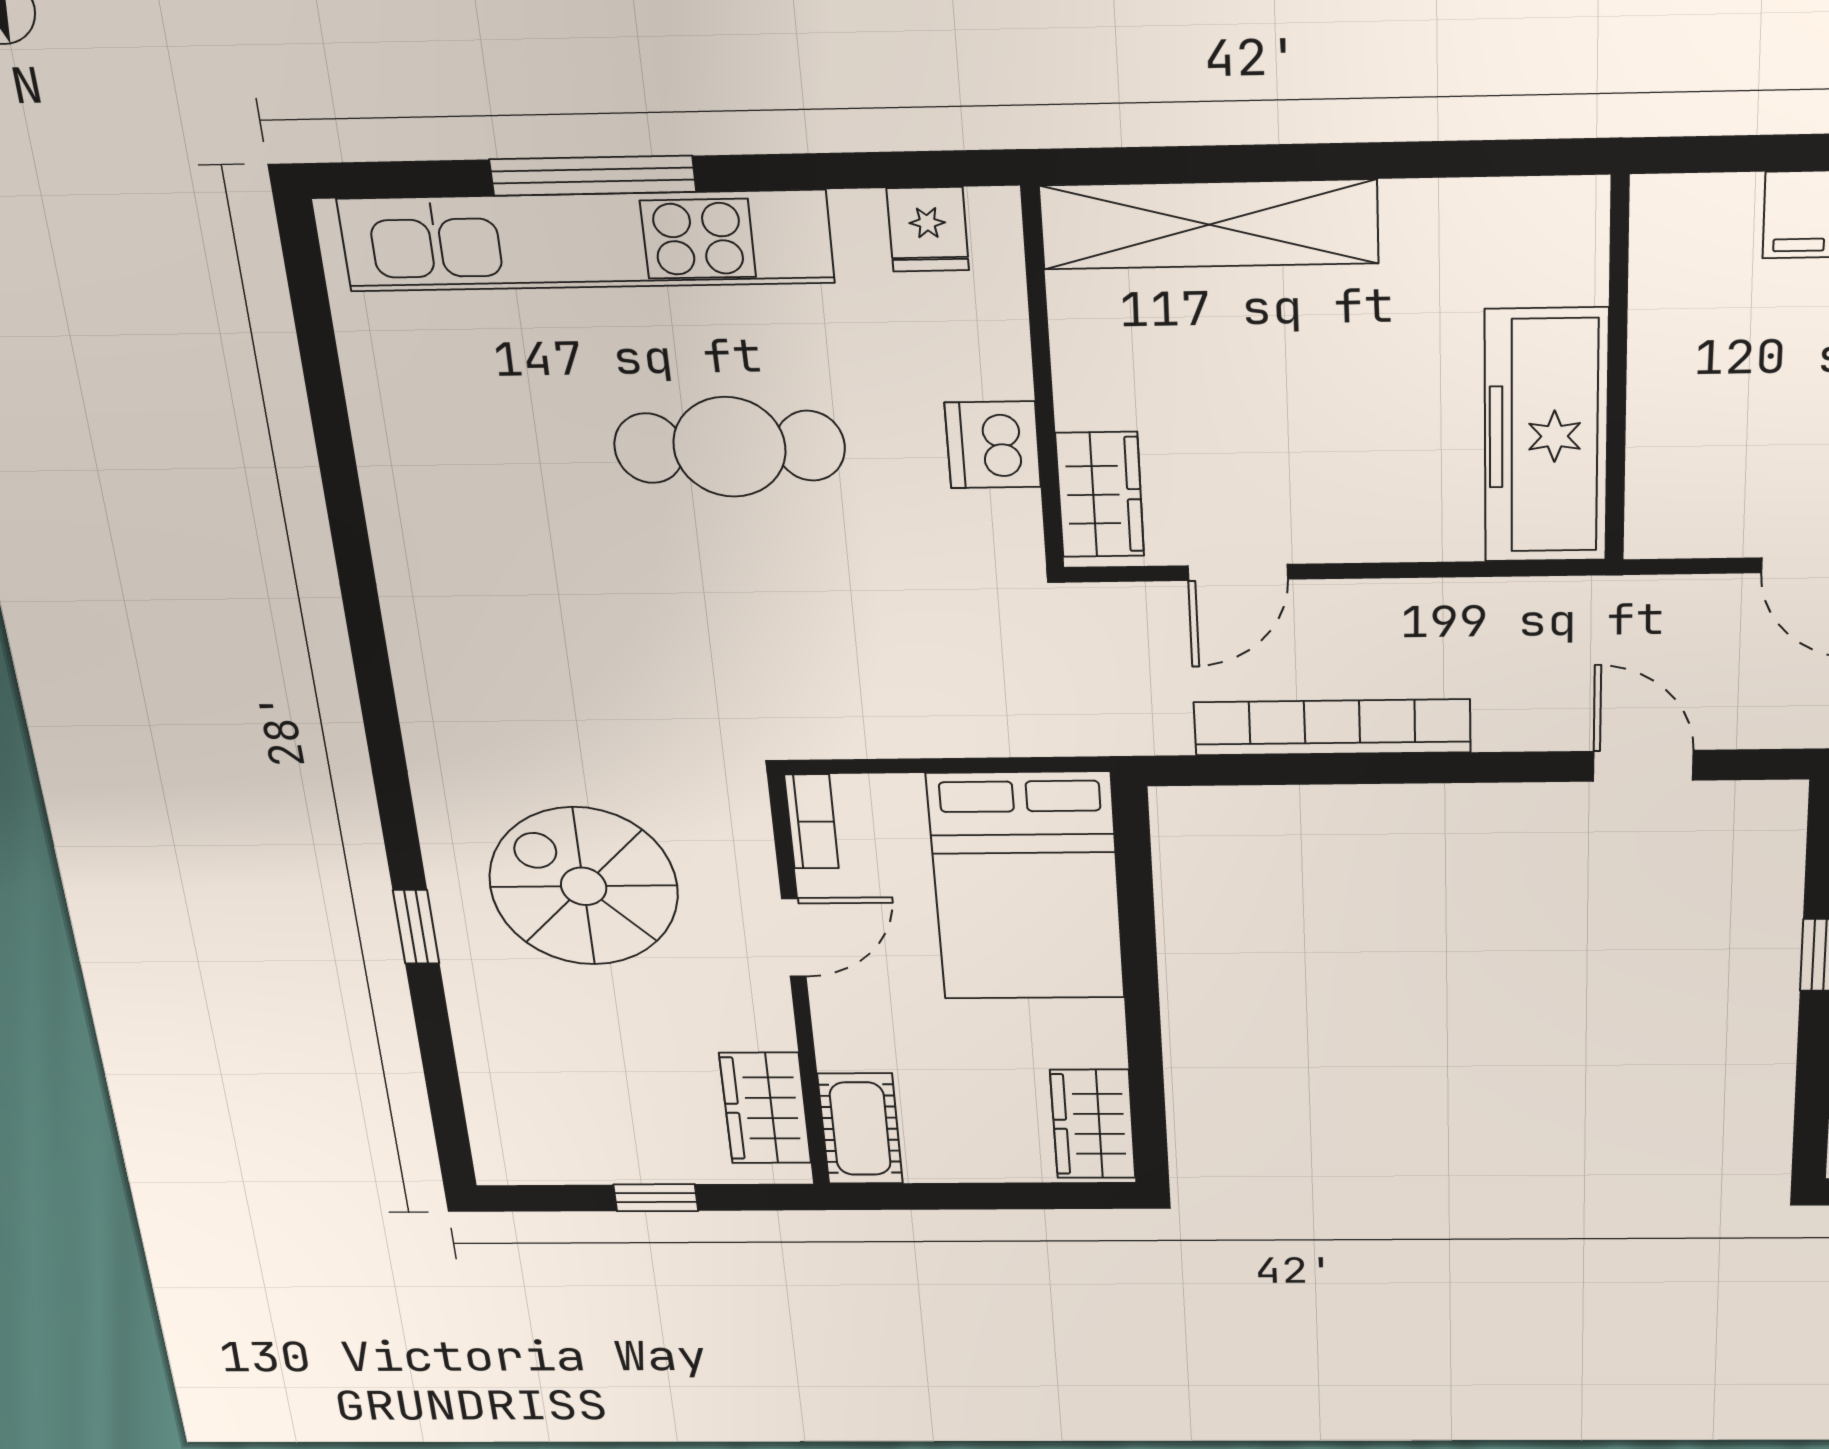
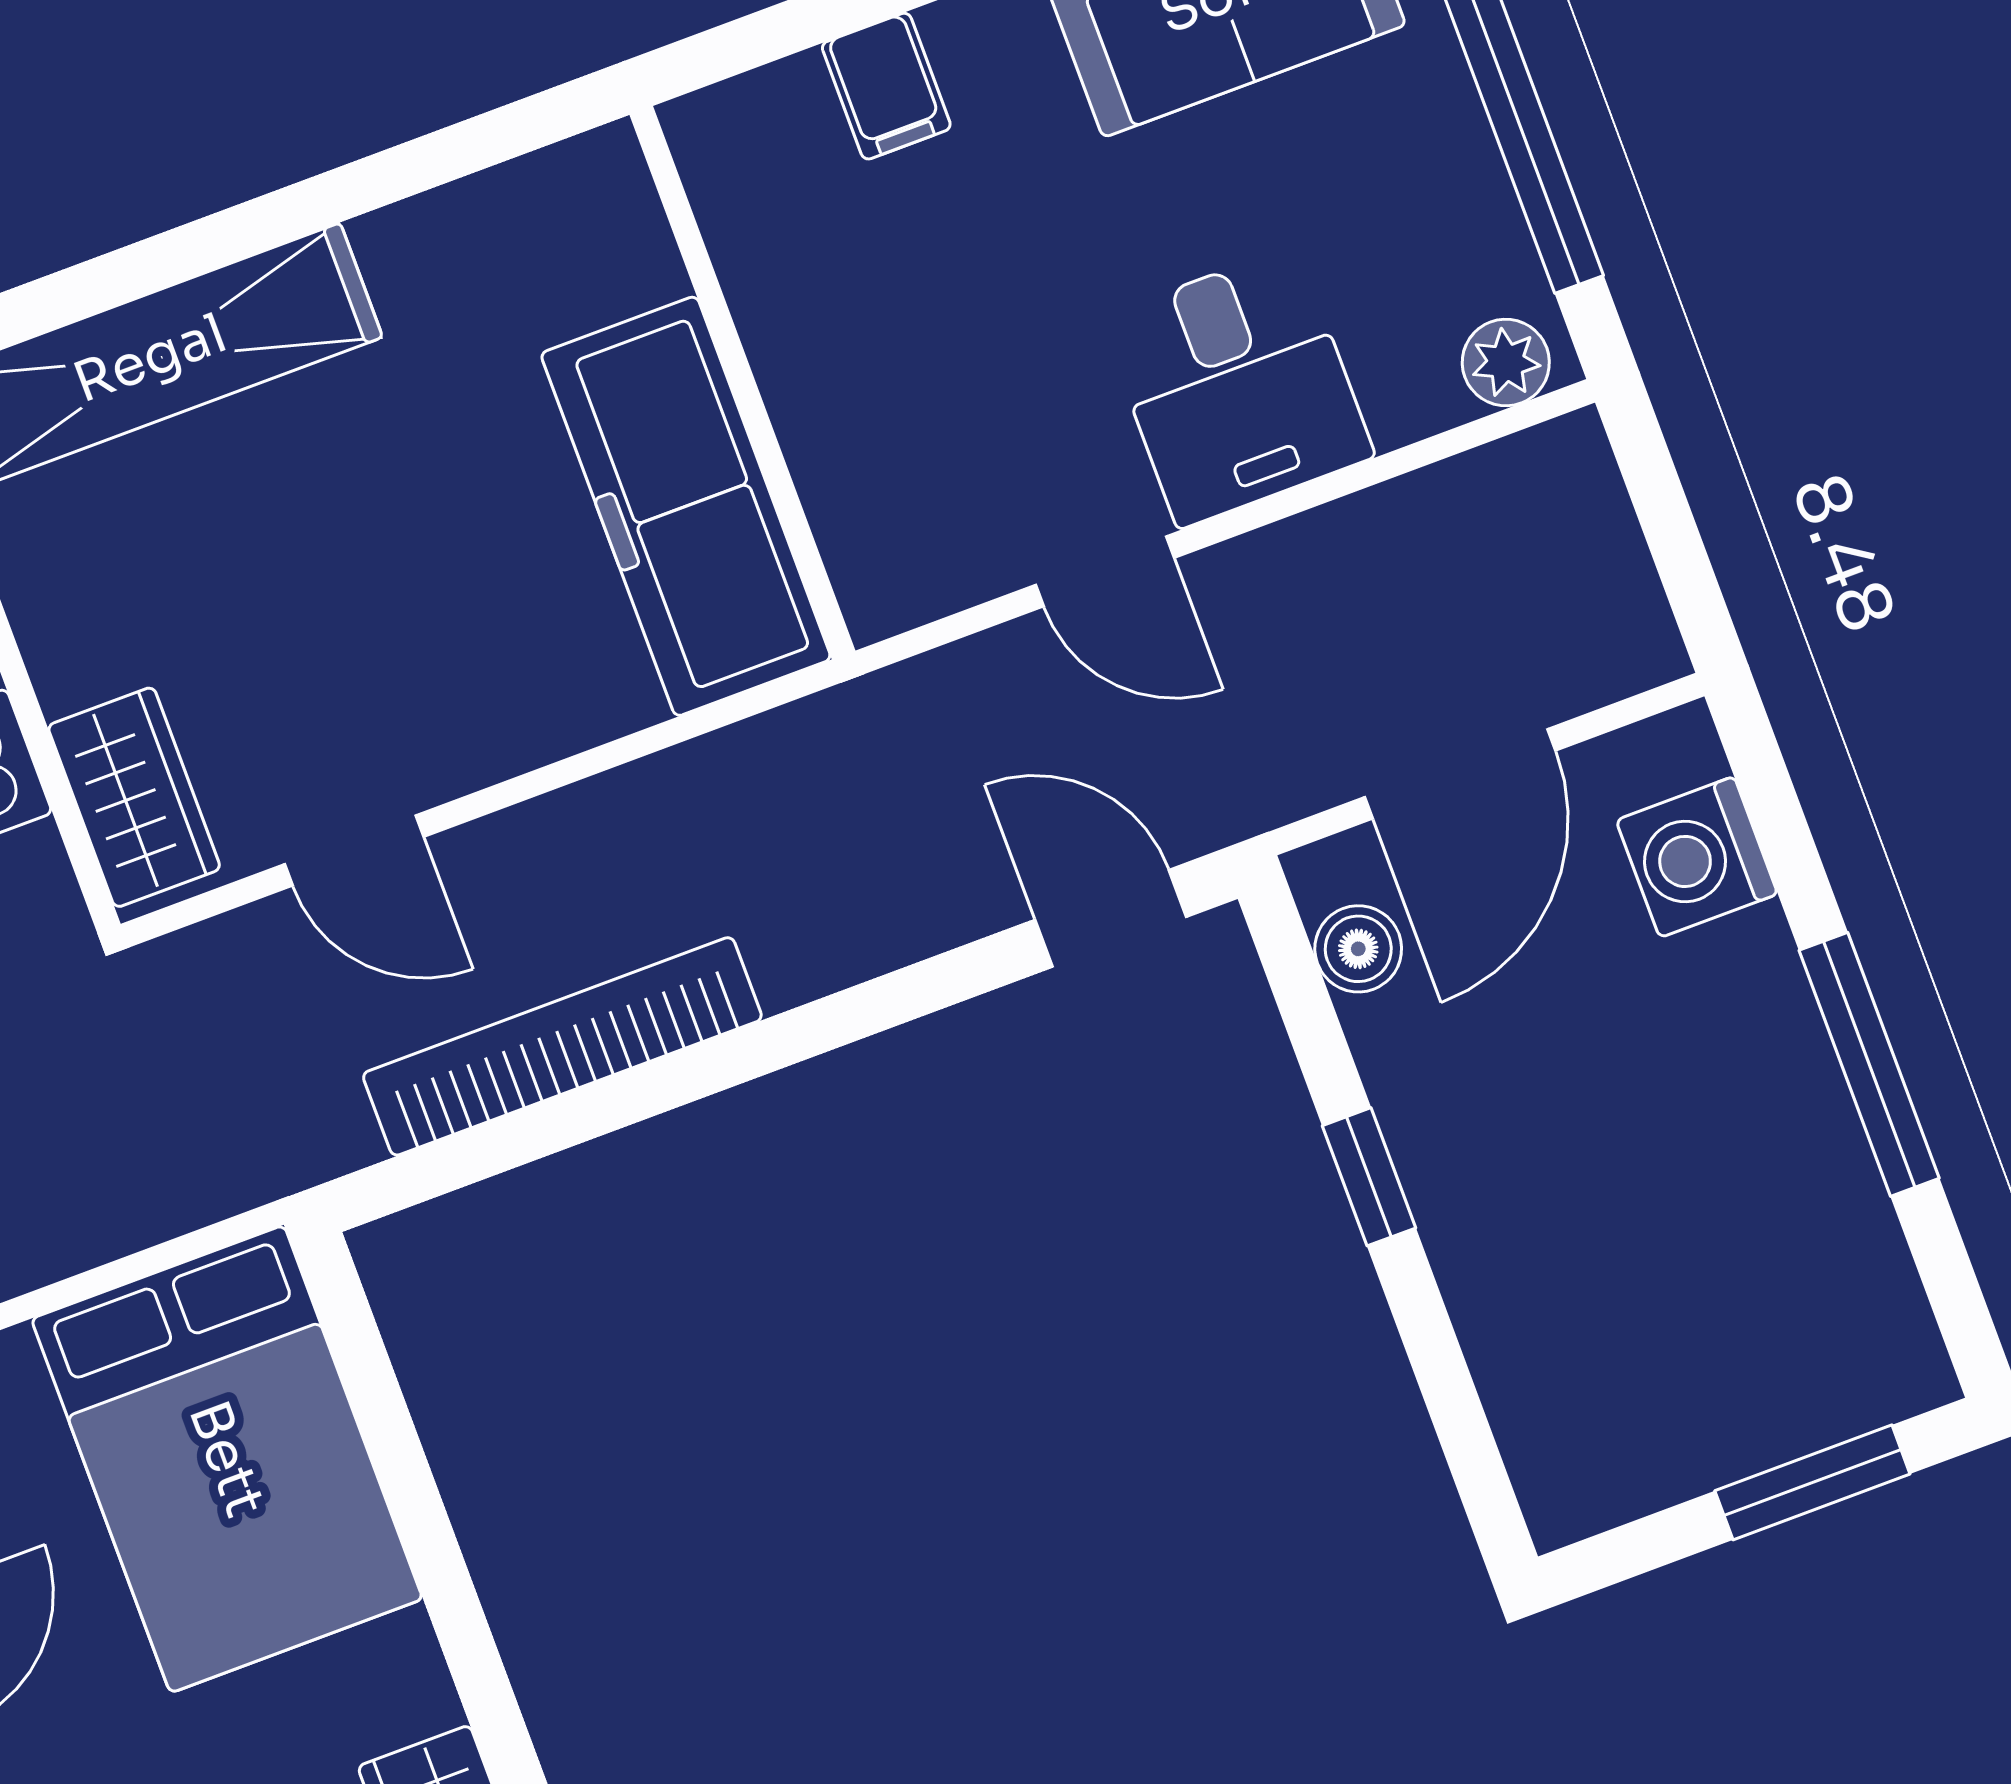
door: (1238, 572) -> (354, 851), hinge flipped
door: (1643, 766) -> (1111, 918), moved

